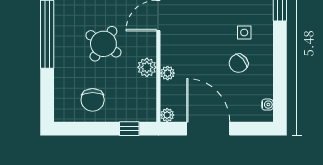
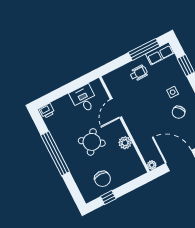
plant: (168, 73) -> (139, 140), removed
window: (129, 129) -> (108, 198), moved

